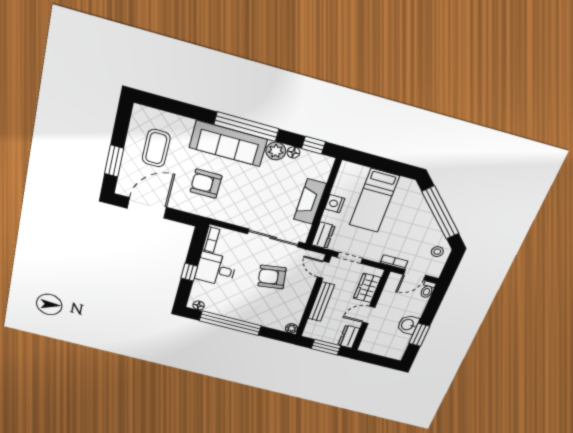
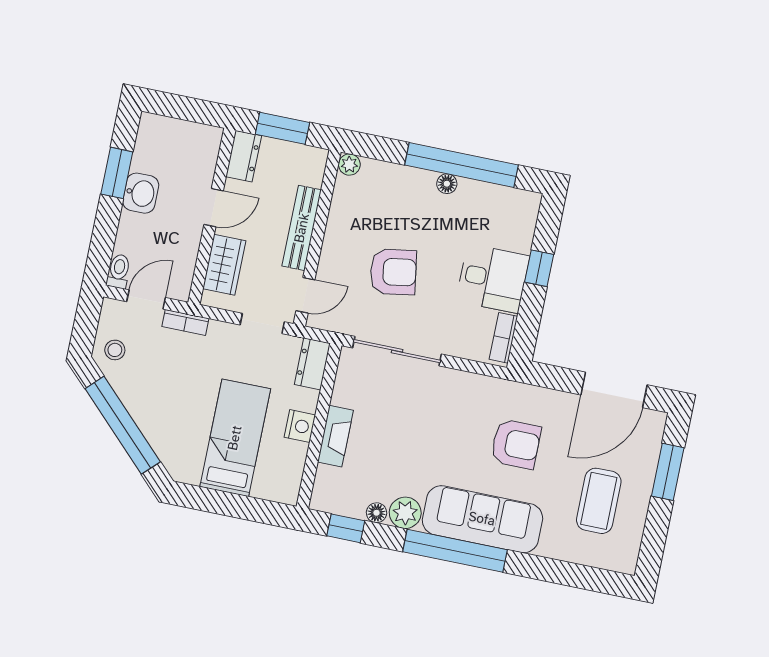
fireplace: (310, 201) -> (335, 436), width x0.73, depth x0.76
door: (323, 270) -> (305, 295), hinge flipped
floor lamp: (199, 305) -> (447, 184), moved

